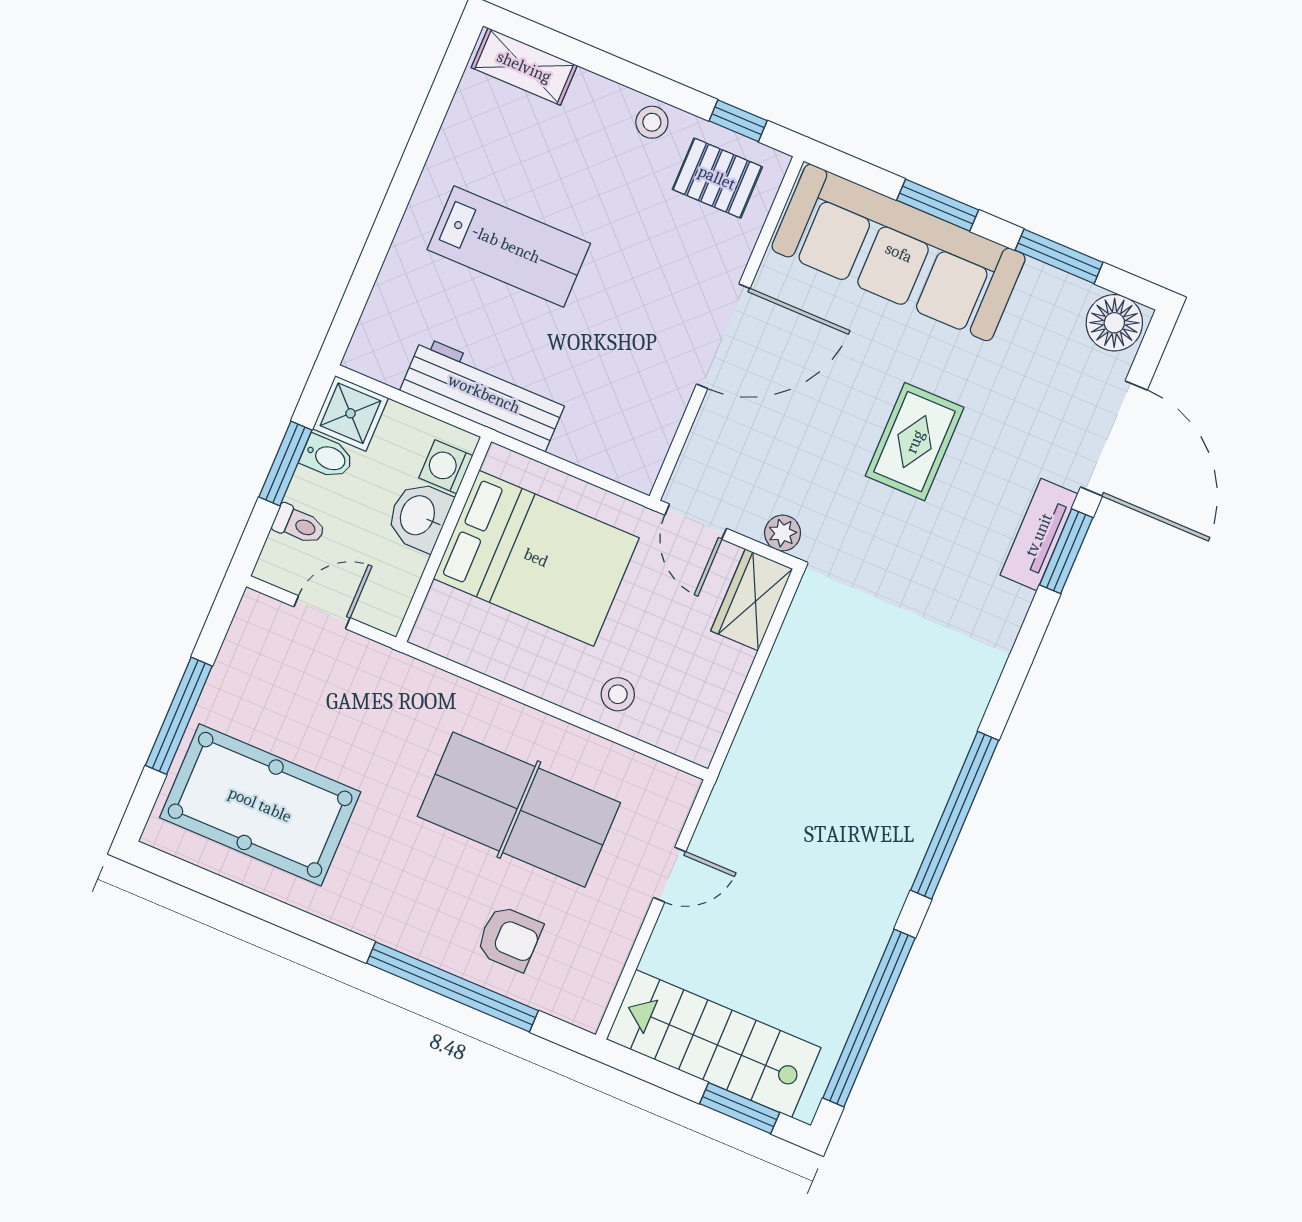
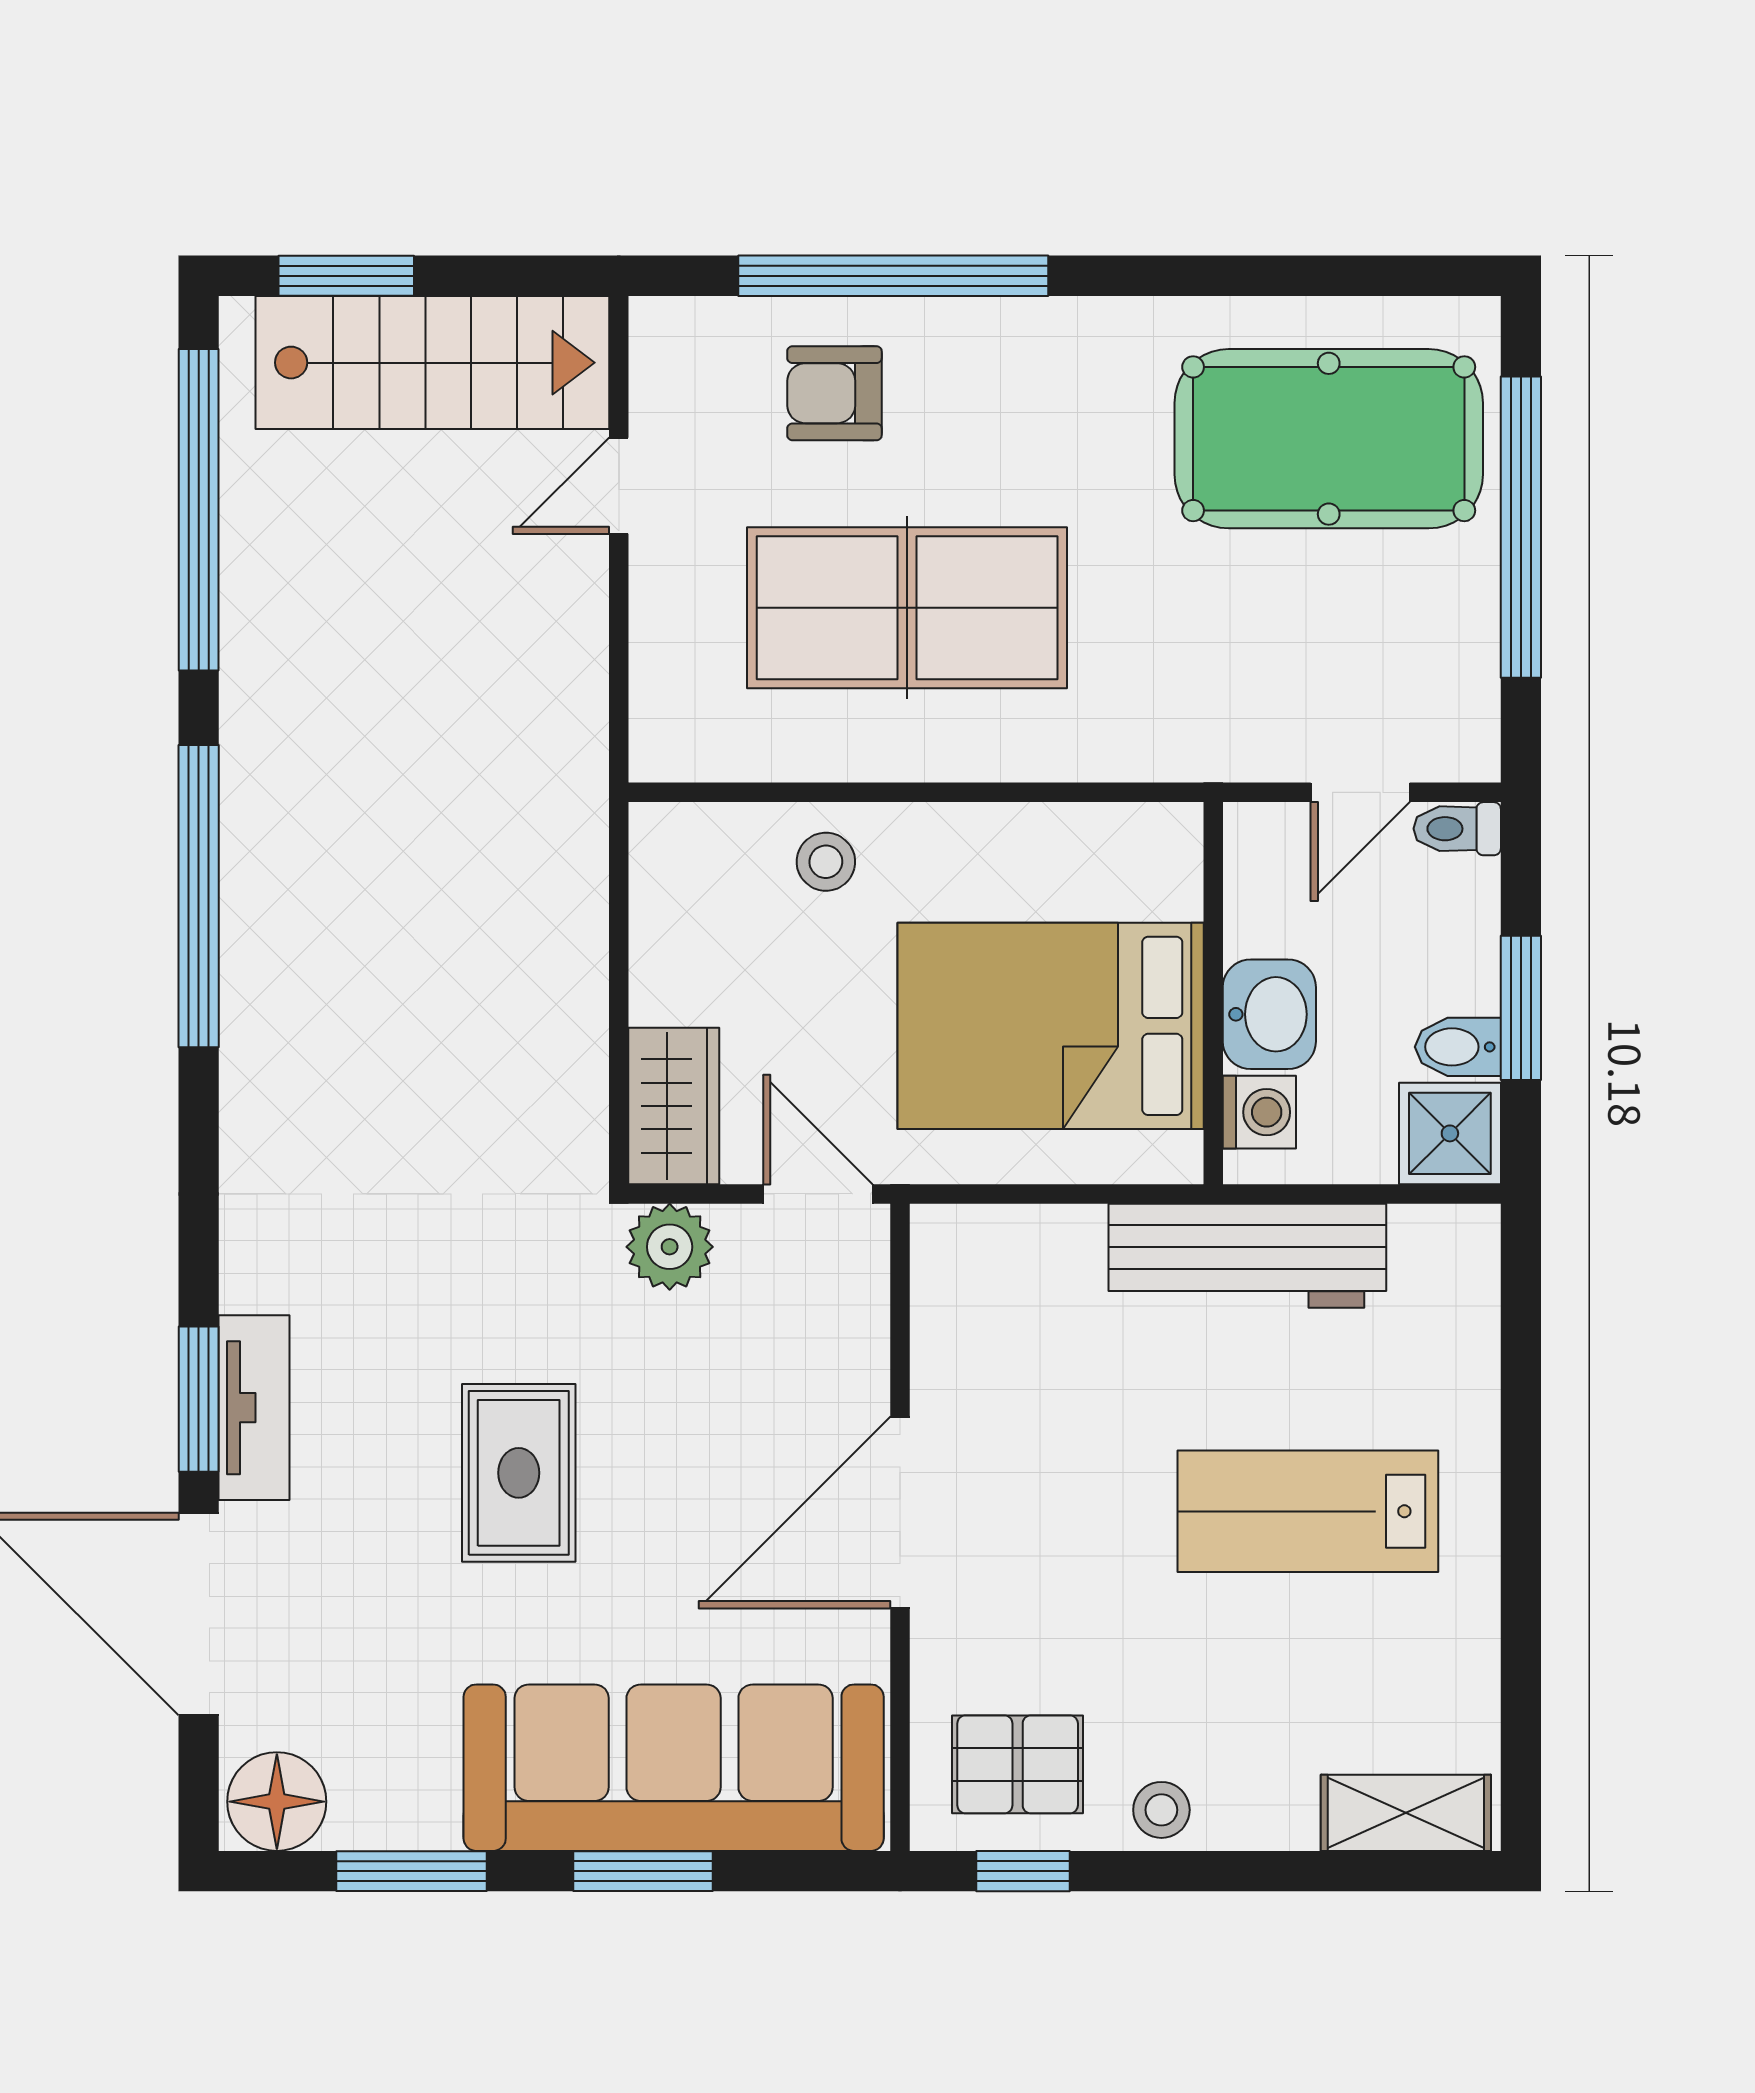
toilet: (299, 525) -> (1457, 829), moved
plant: (783, 533) -> (670, 1247), width x1.38, depth x1.38
window: (179, 716) -> (1521, 527), width x1.46
door: (670, 875) -> (619, 486), moved

